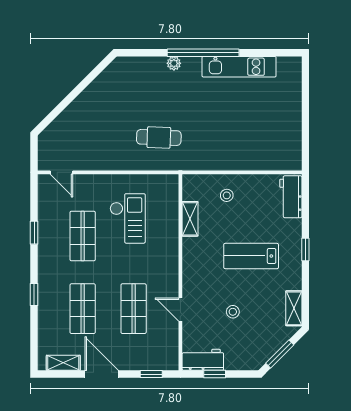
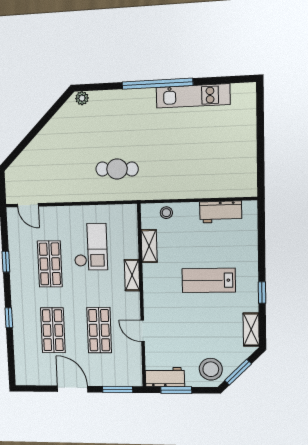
plant: (174, 63) -> (82, 98), moved
stool: (227, 195) -> (166, 213), moved
workbench: (291, 197) -> (221, 212), moved, turned -90
window: (305, 249) -> (262, 293), moved
stool: (233, 312) -> (211, 369), moved, width x1.89, depth x1.89
shelving: (63, 363) -> (132, 275), moved, turned 90
window: (151, 374) -> (118, 389), width x1.50
window: (215, 374) -> (176, 390), width x1.50

